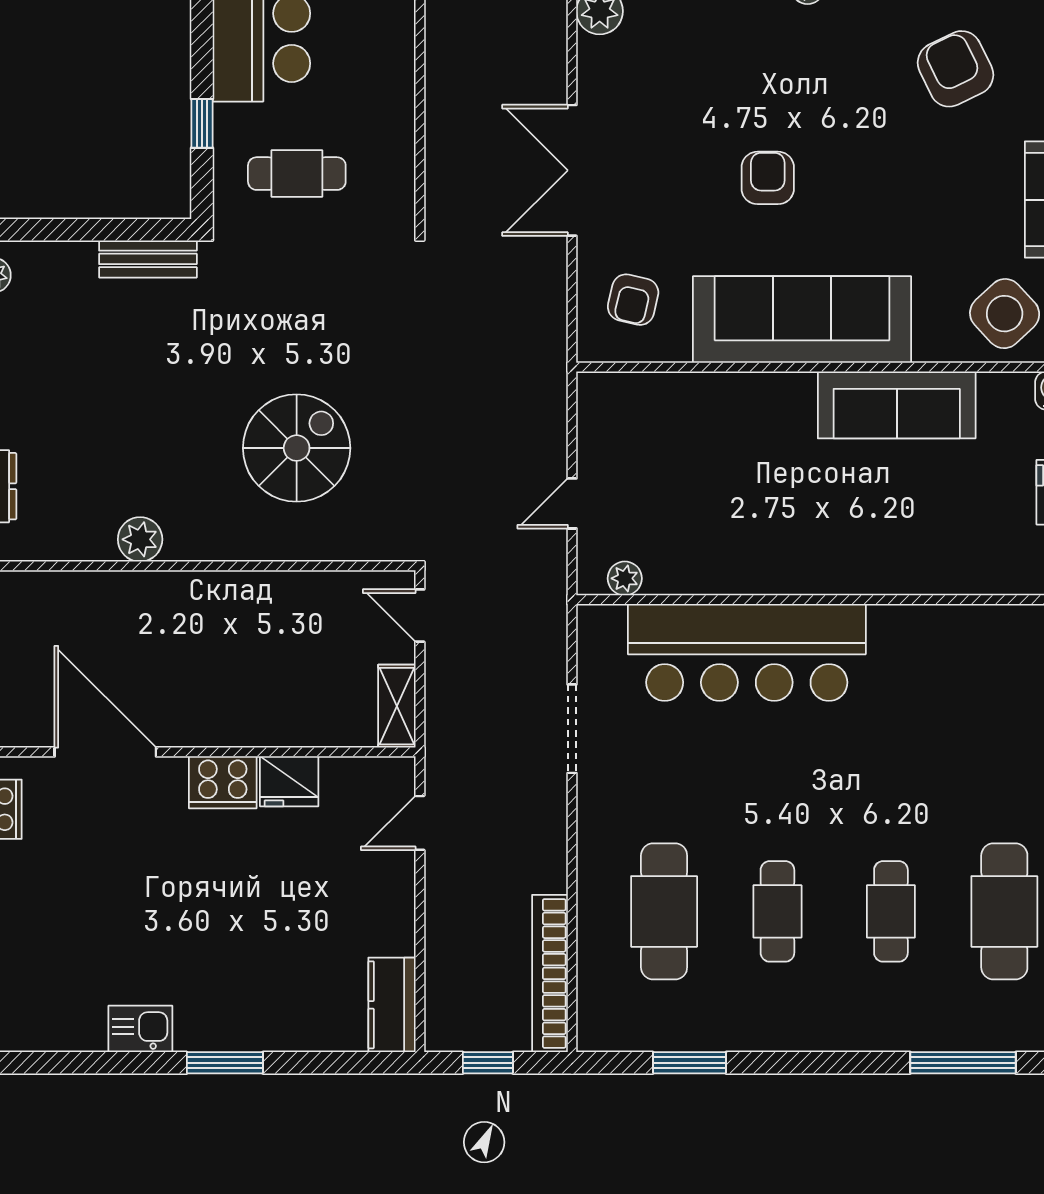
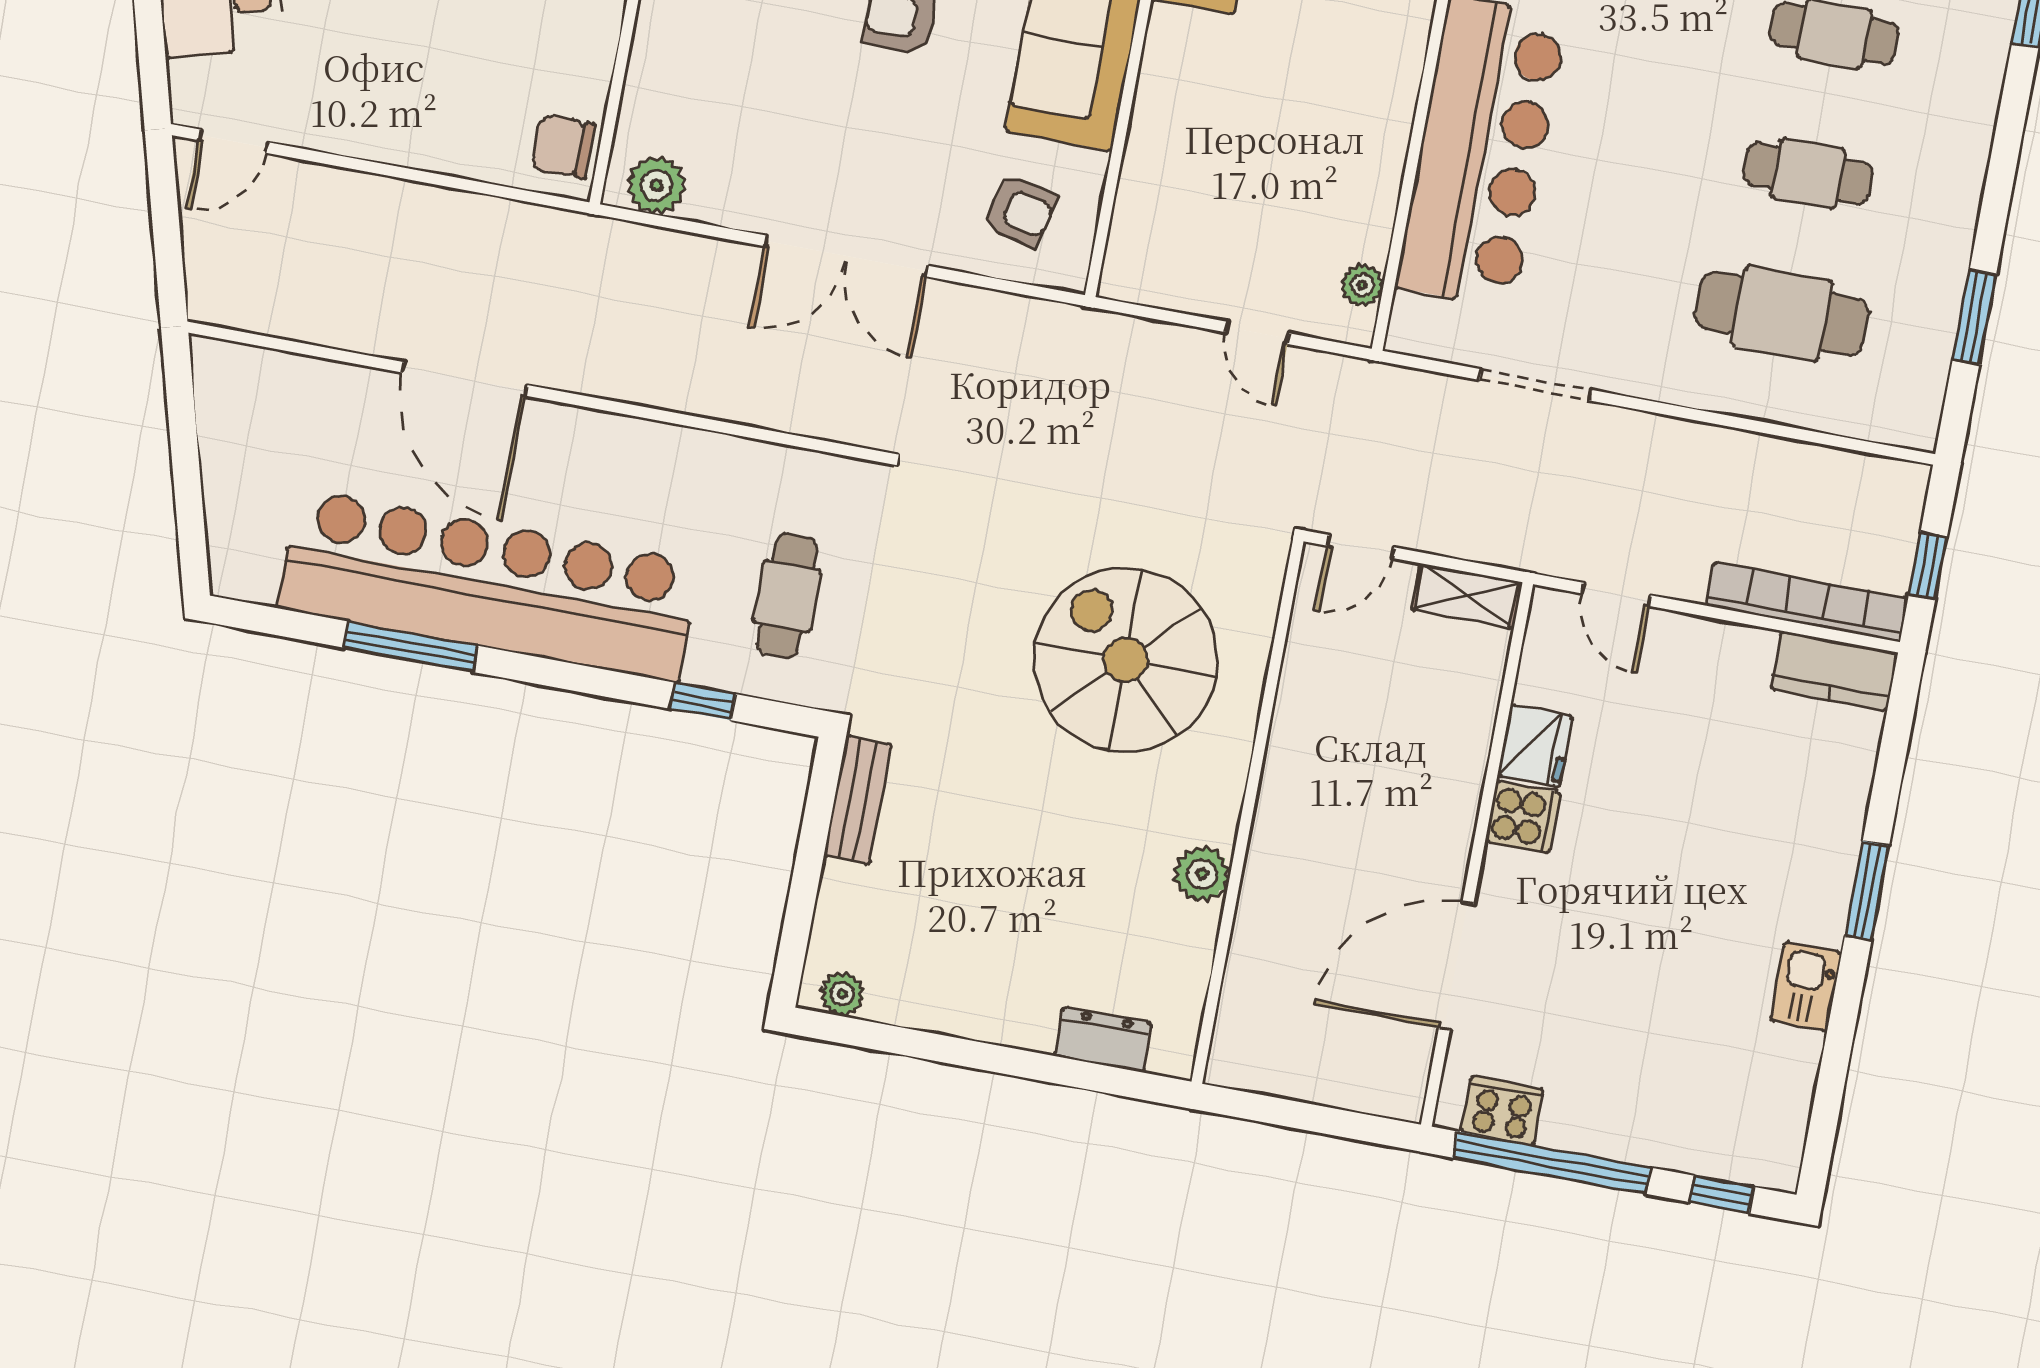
spiral stairs: (297, 448) -> (1125, 660), width x1.37, depth x1.37
cooker: (223, 782) -> (1523, 817), width x0.73
bookcase: (550, 973) -> (1807, 602), moved, turned 180

